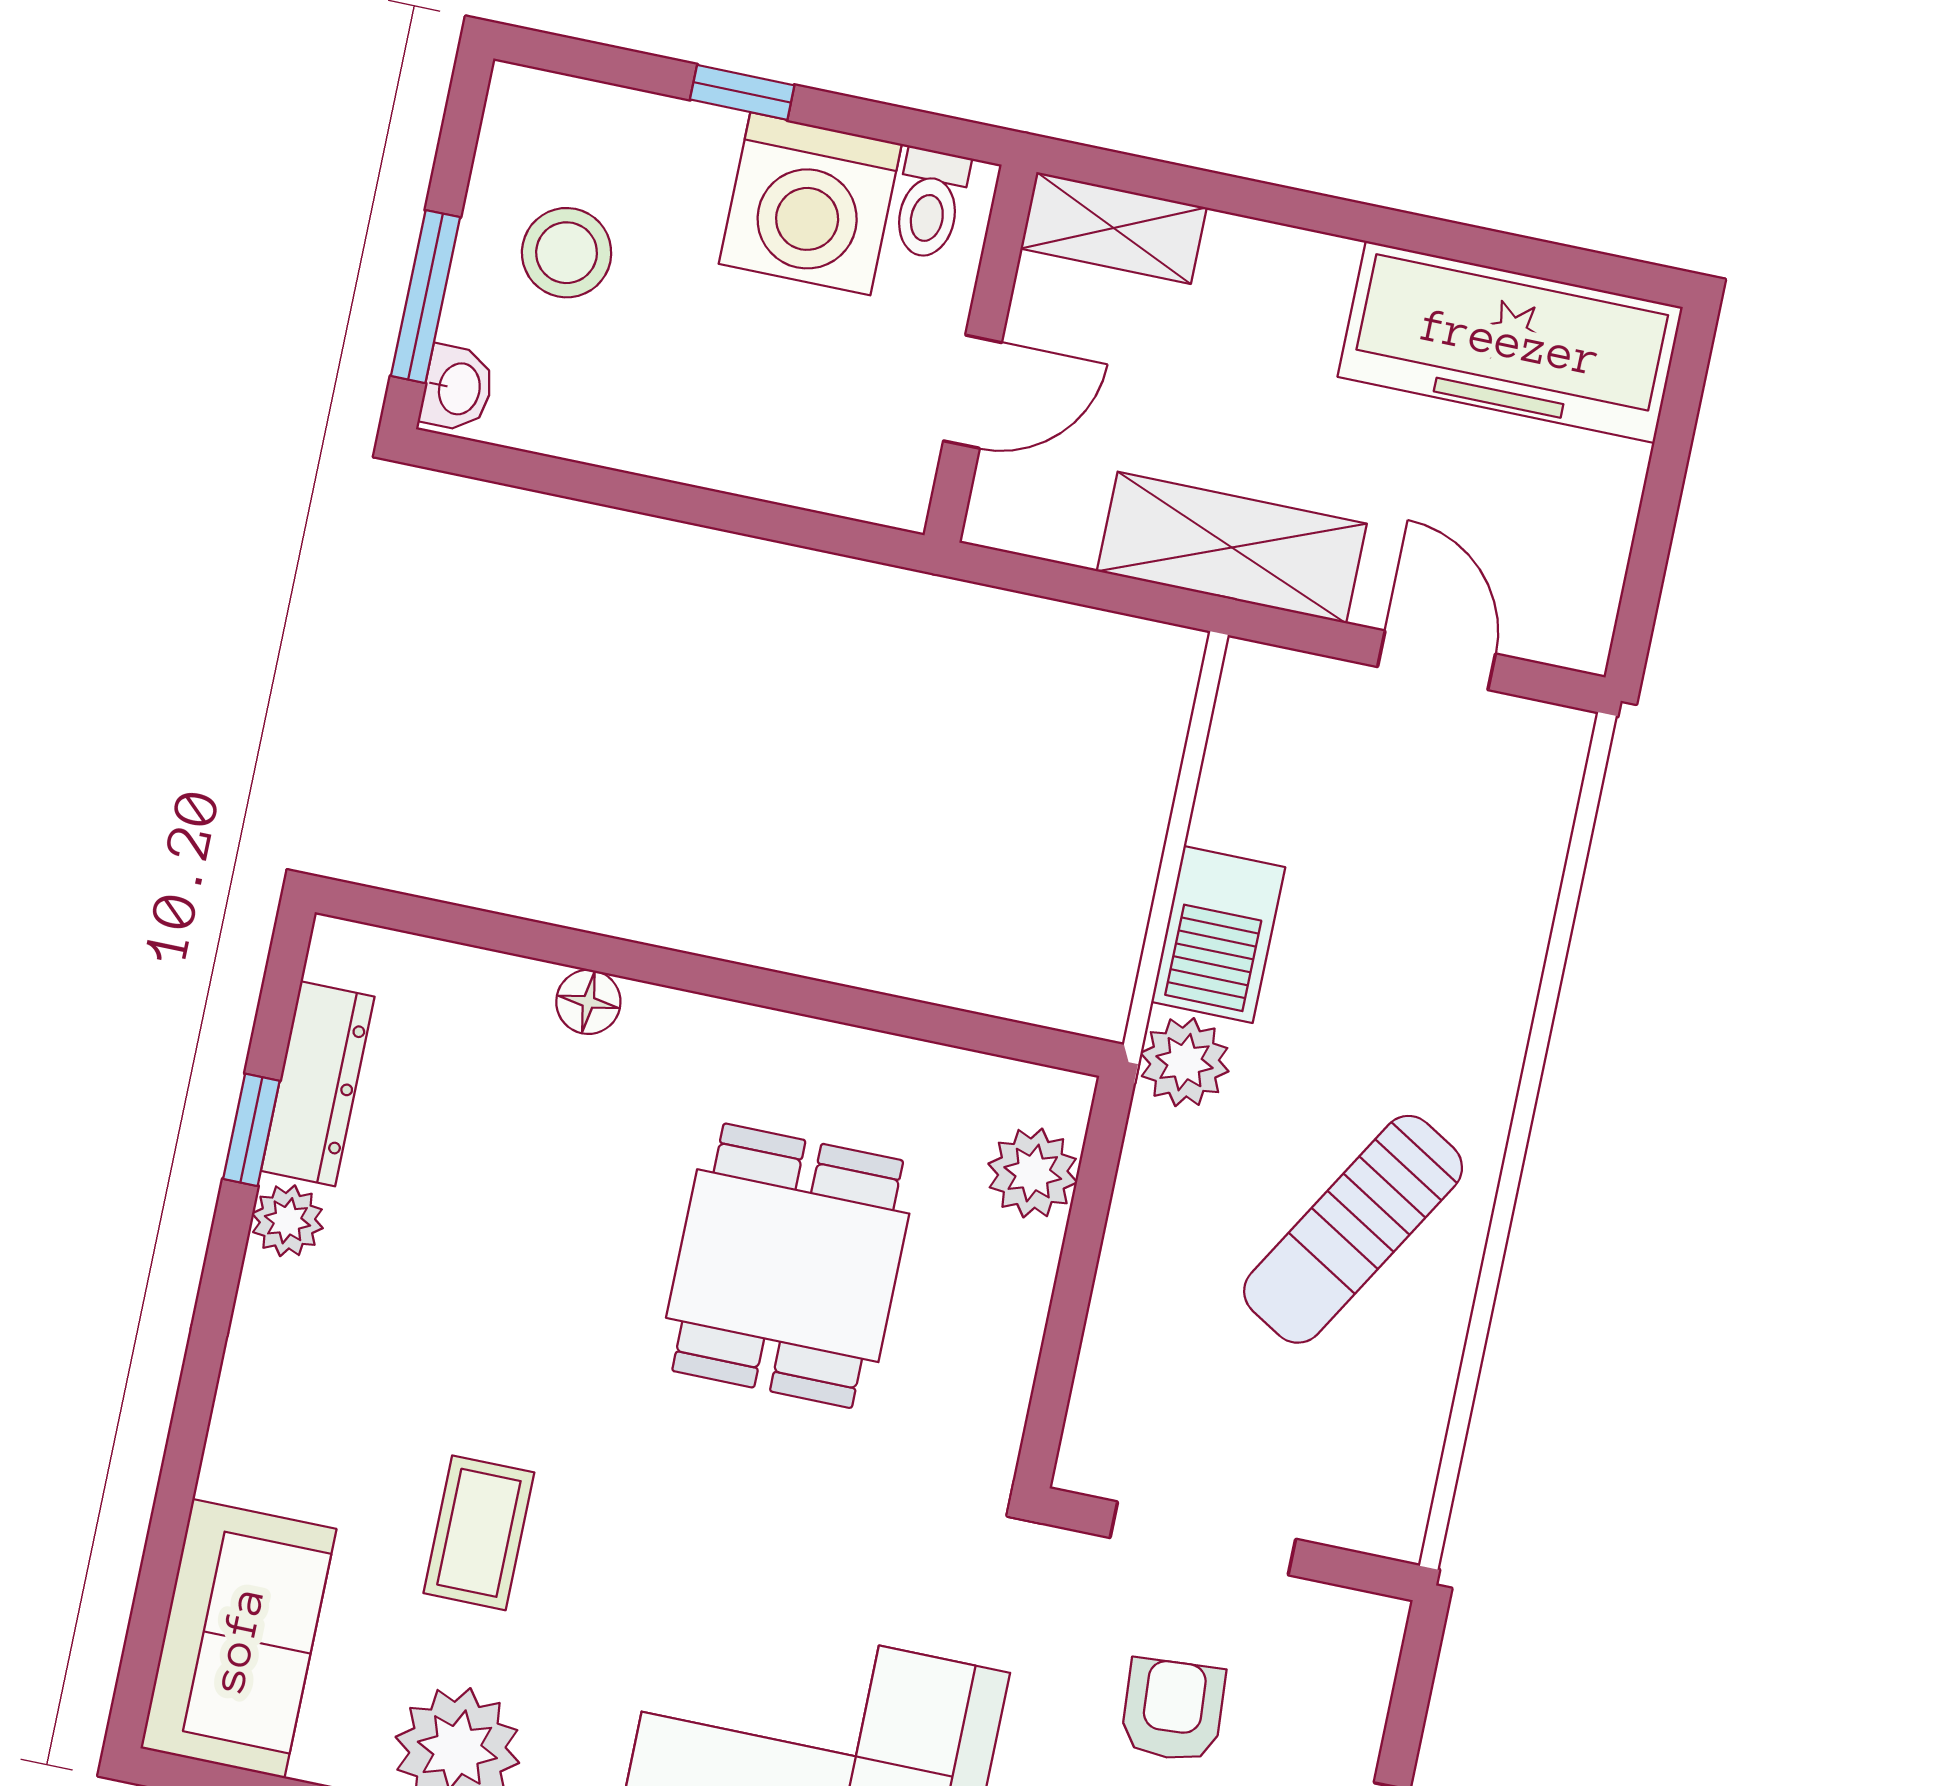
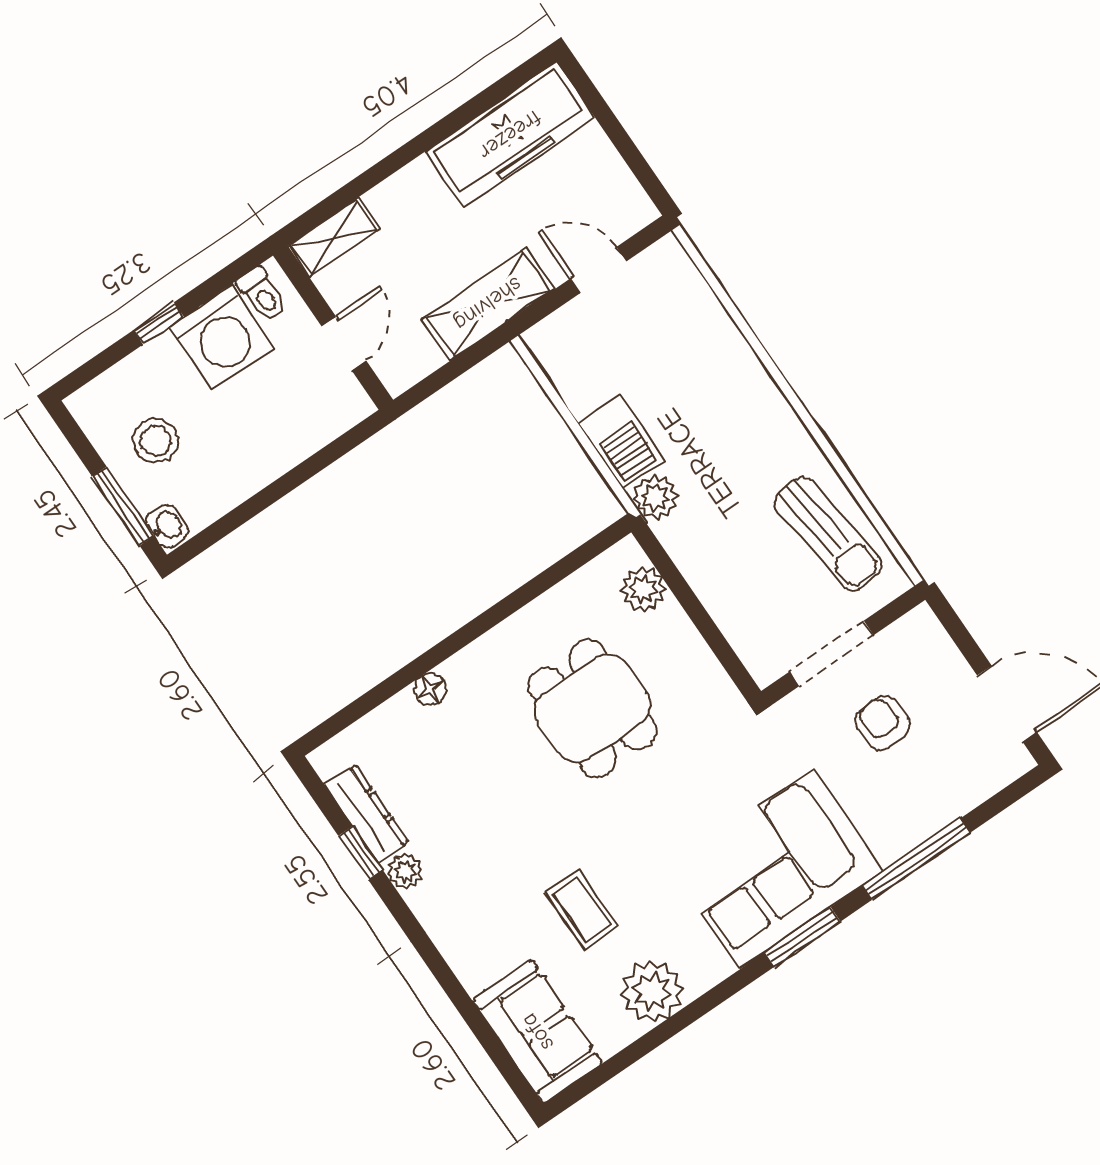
sun lounger: (1353, 1229) -> (828, 534), moved, turned -38

